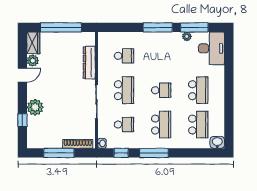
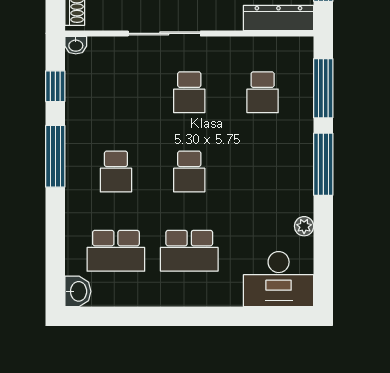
window: (194, 27) -> (323, 88), moved
dresser: (89, 63) -> (278, 18), moved
school desk: (124, 90) -> (189, 92), width x0.54
school desk: (124, 125) -> (116, 92), removed
school desk: (161, 125) -> (116, 171), width x0.54

